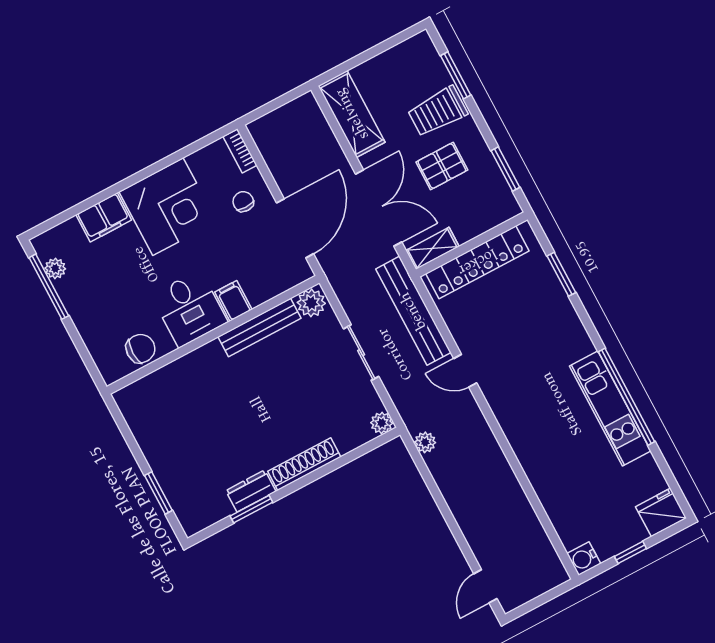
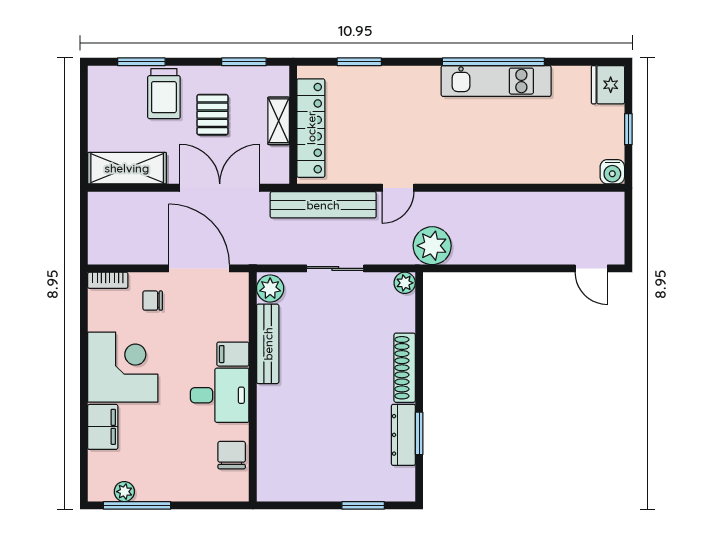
shelving: (432, 248) -> (279, 121), moved
plant: (425, 442) -> (432, 246), width x1.87, depth x1.87
dresser: (251, 491) -> (403, 435), width x1.44

